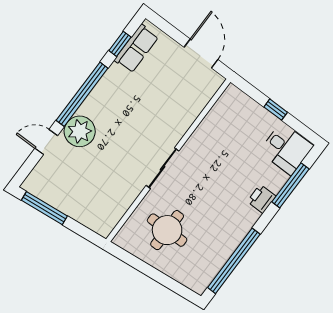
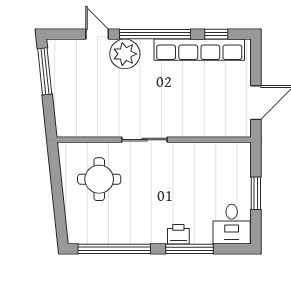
row of seats: (136, 49) -> (199, 50), width x2.02
window: (276, 110) -> (256, 193), width x1.50
window: (290, 185) -> (190, 249), moved

